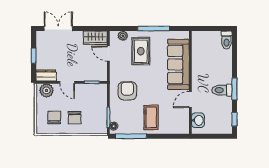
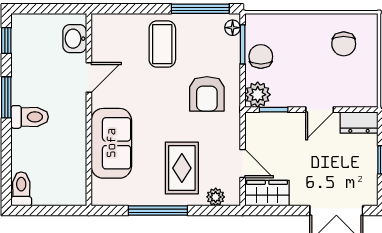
sofa: (178, 64) -> (111, 143), width x0.73
door: (67, 82) -> (320, 110), swing flipped
plant: (46, 90) -> (258, 95), moved
toilet: (222, 90) -> (30, 117), moved
chair: (75, 118) -> (261, 56), moved

